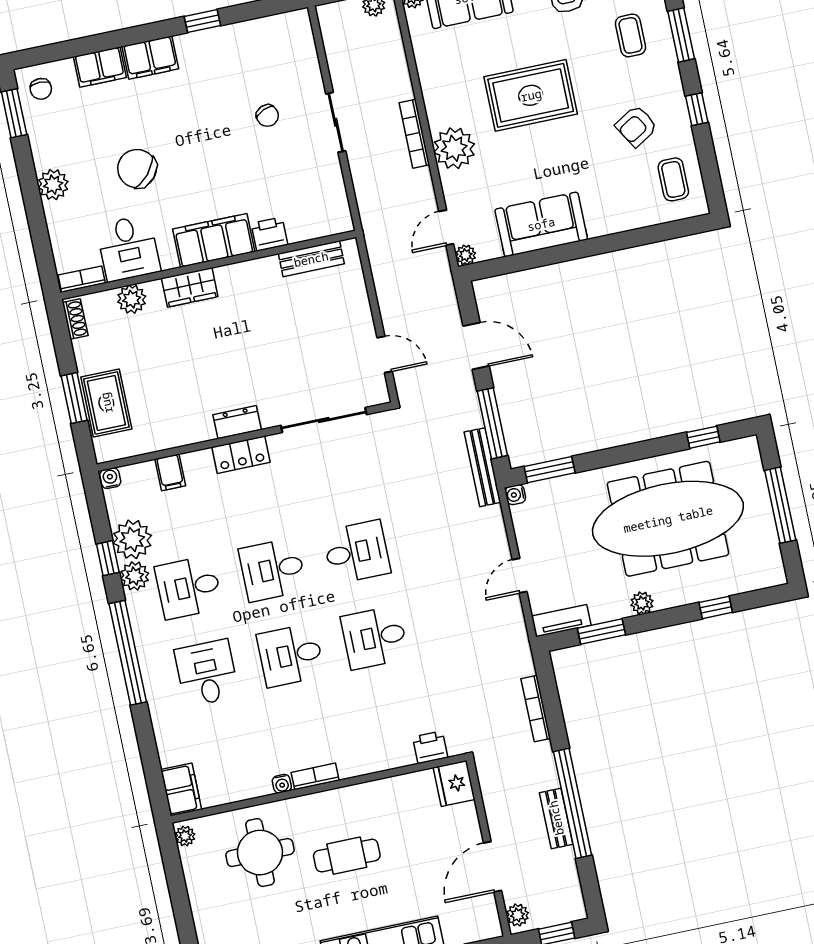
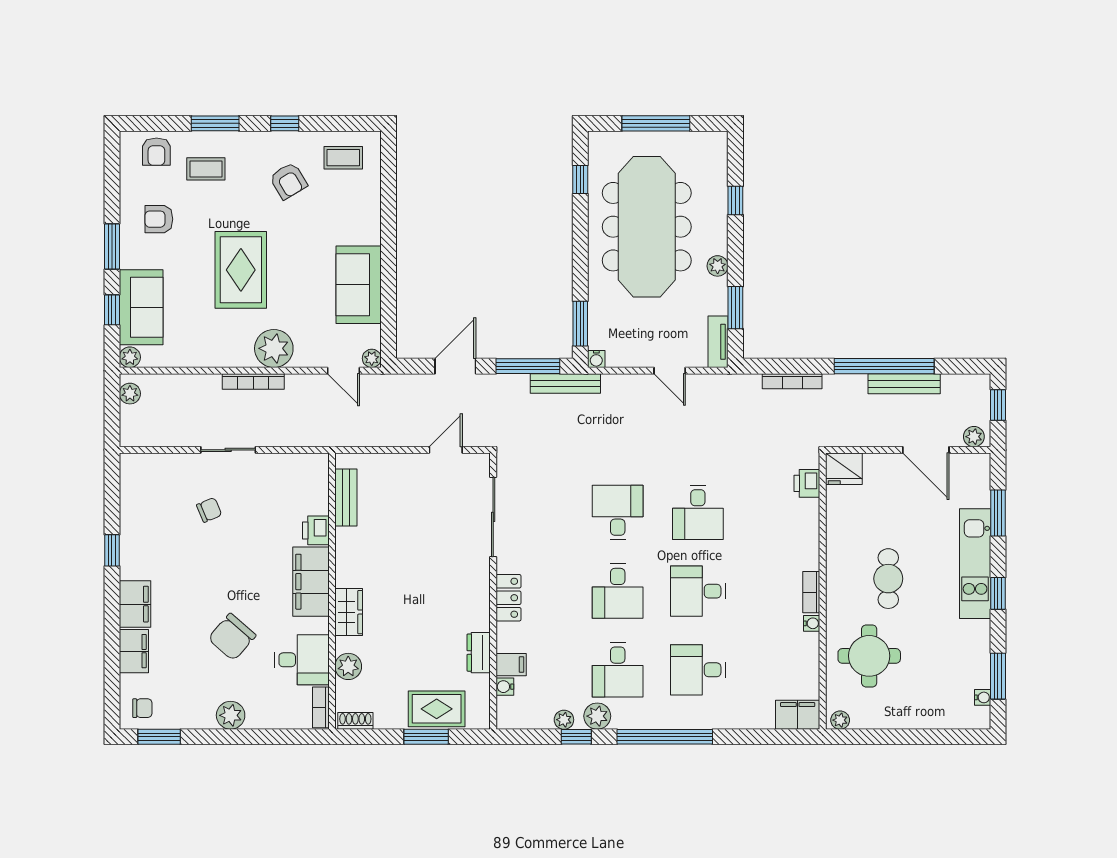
dresser: (237, 422) -> (479, 653), moved
water cooler: (110, 478) -> (505, 687), moved
plant: (132, 539) -> (564, 720), width x0.53, depth x0.53
desk: (291, 655) -> (698, 591), turned 90
bench: (556, 818) -> (904, 384), width x1.36

